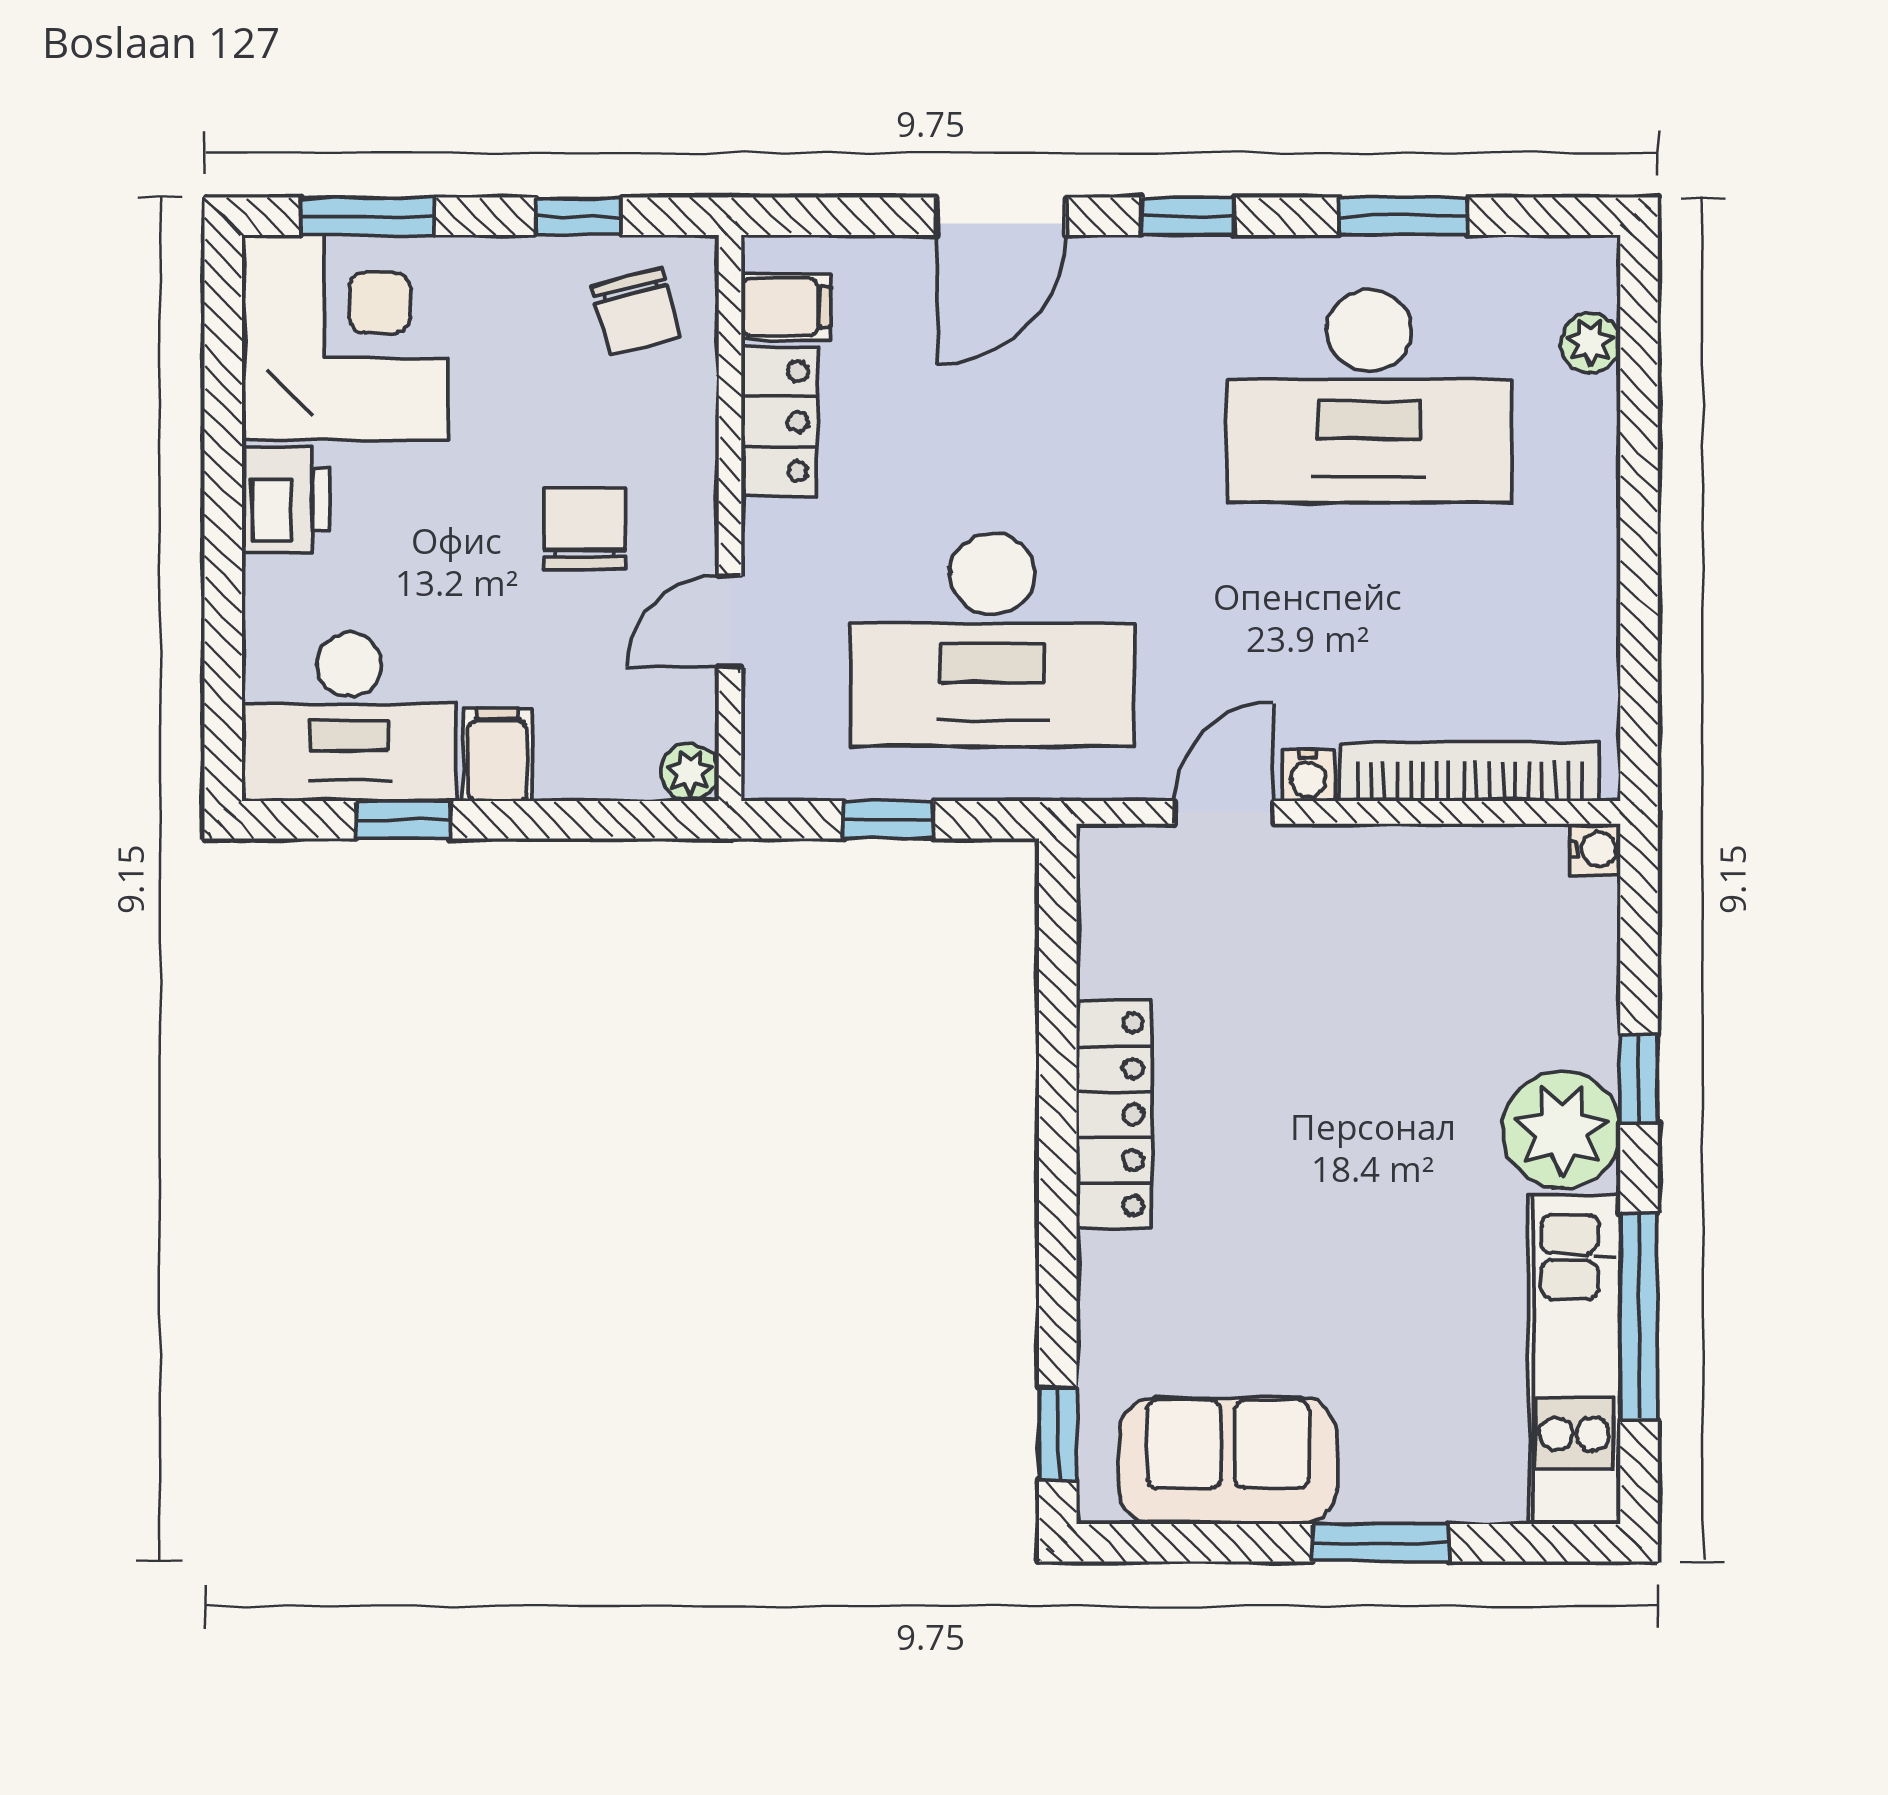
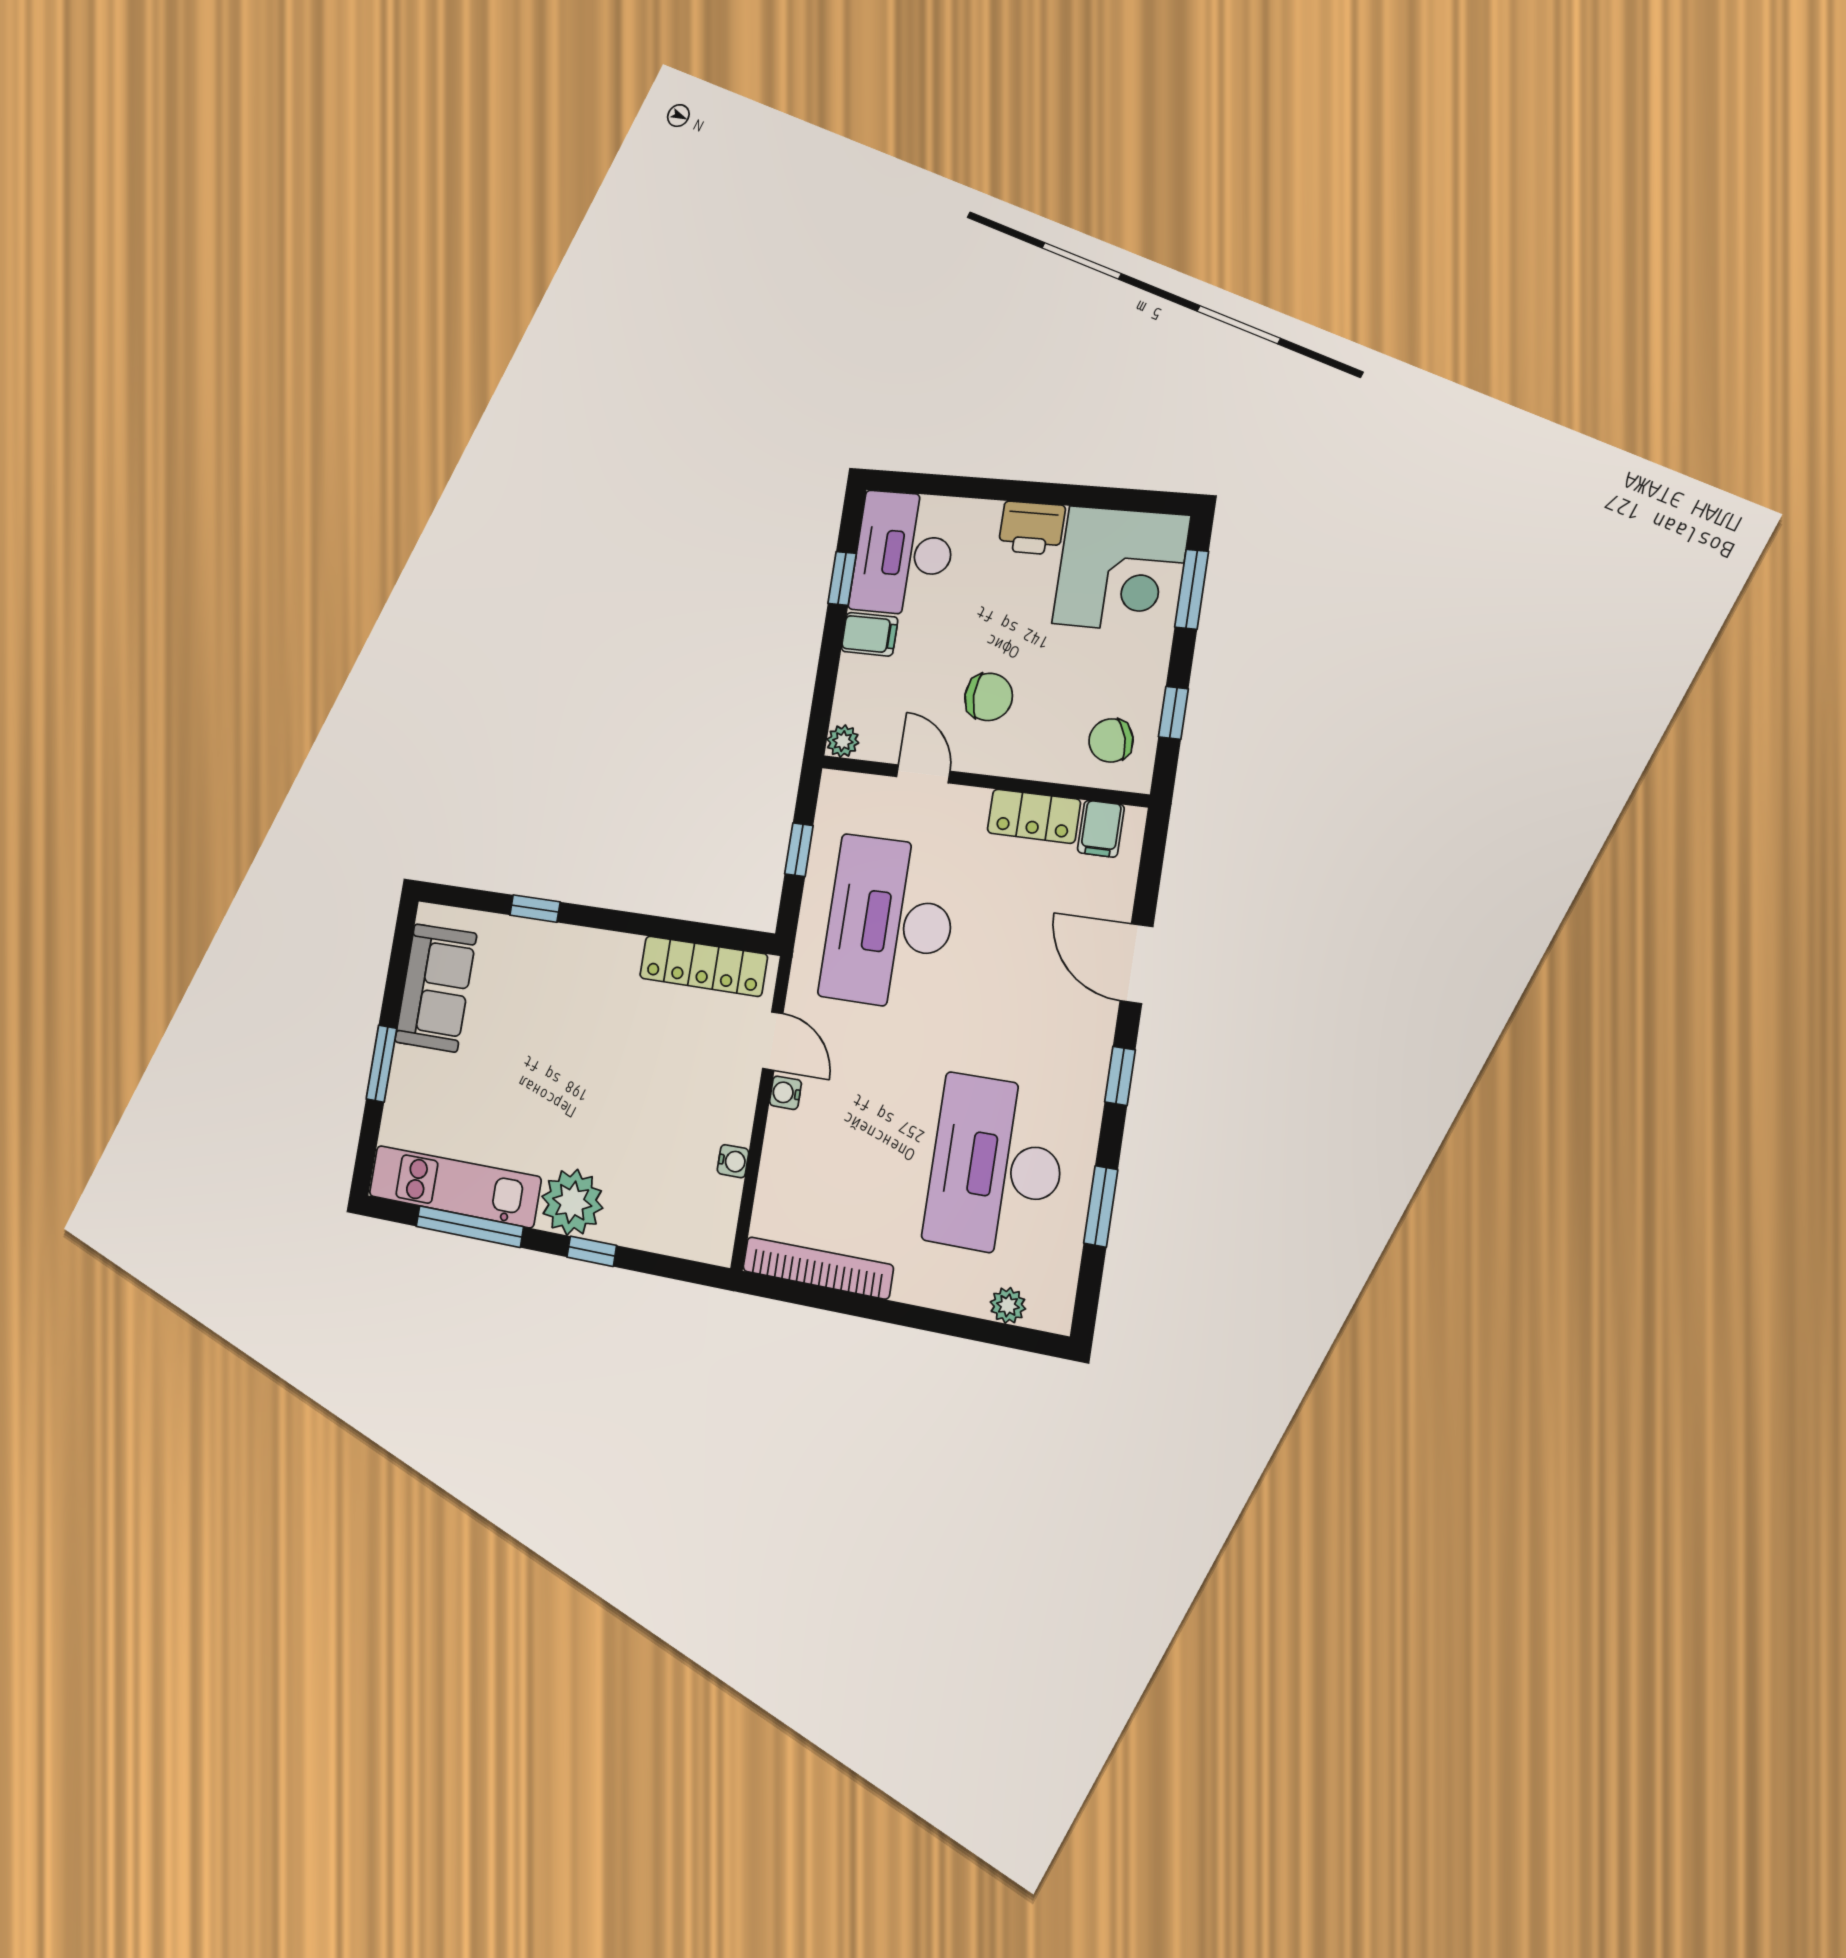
bookcase: (1470, 772) -> (818, 1268), moved, turned -90
water cooler: (1595, 849) -> (733, 1161), moved, turned -90
locker: (1114, 1114) -> (703, 966), moved
window: (1058, 1434) -> (535, 909), moved

